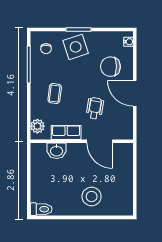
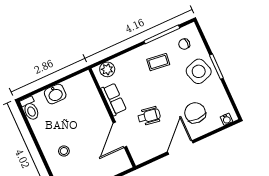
coffee table: (55, 94) -> (158, 62), moved
washbasin: (57, 151) -> (55, 94), moved, turned -90
stool: (92, 197) -> (64, 151), width x0.53, depth x0.53

